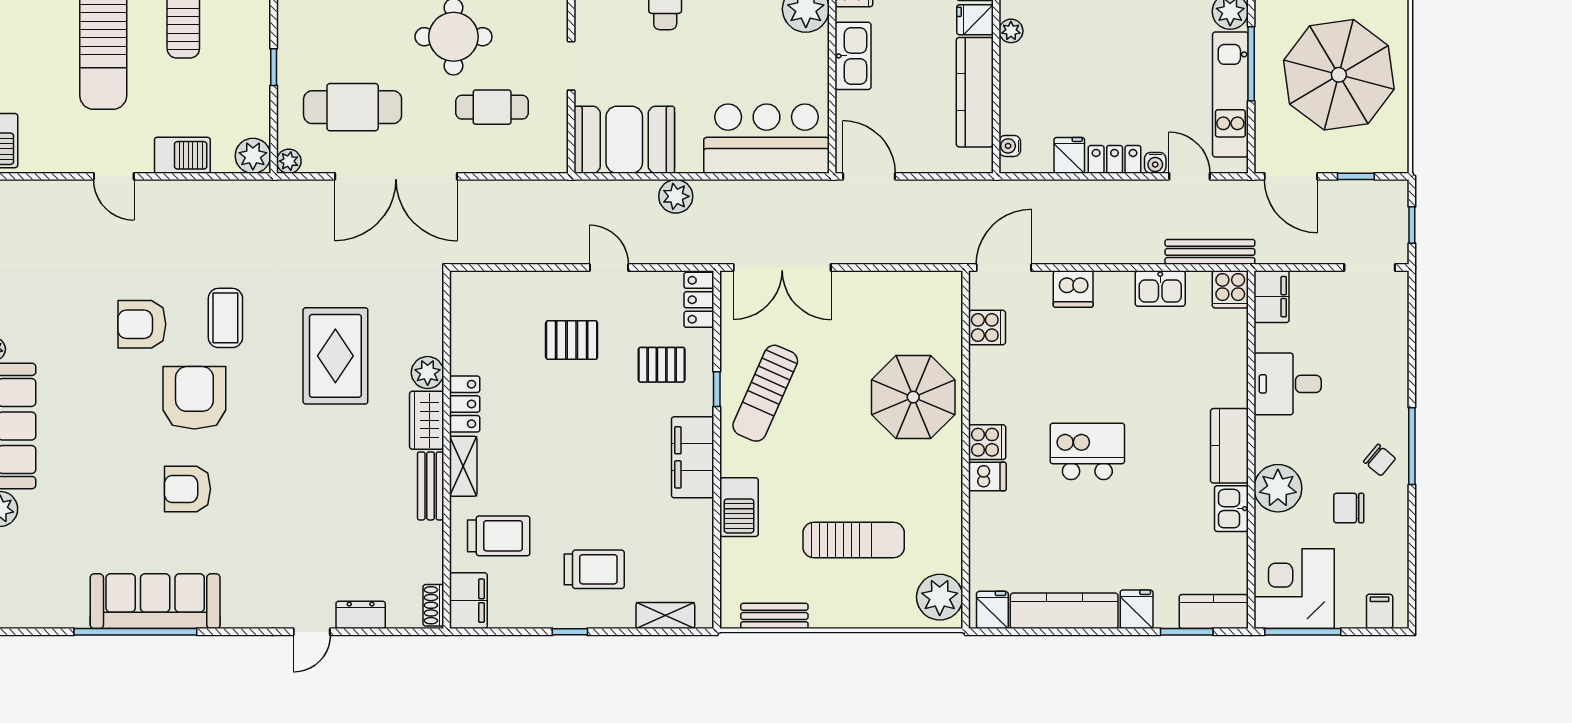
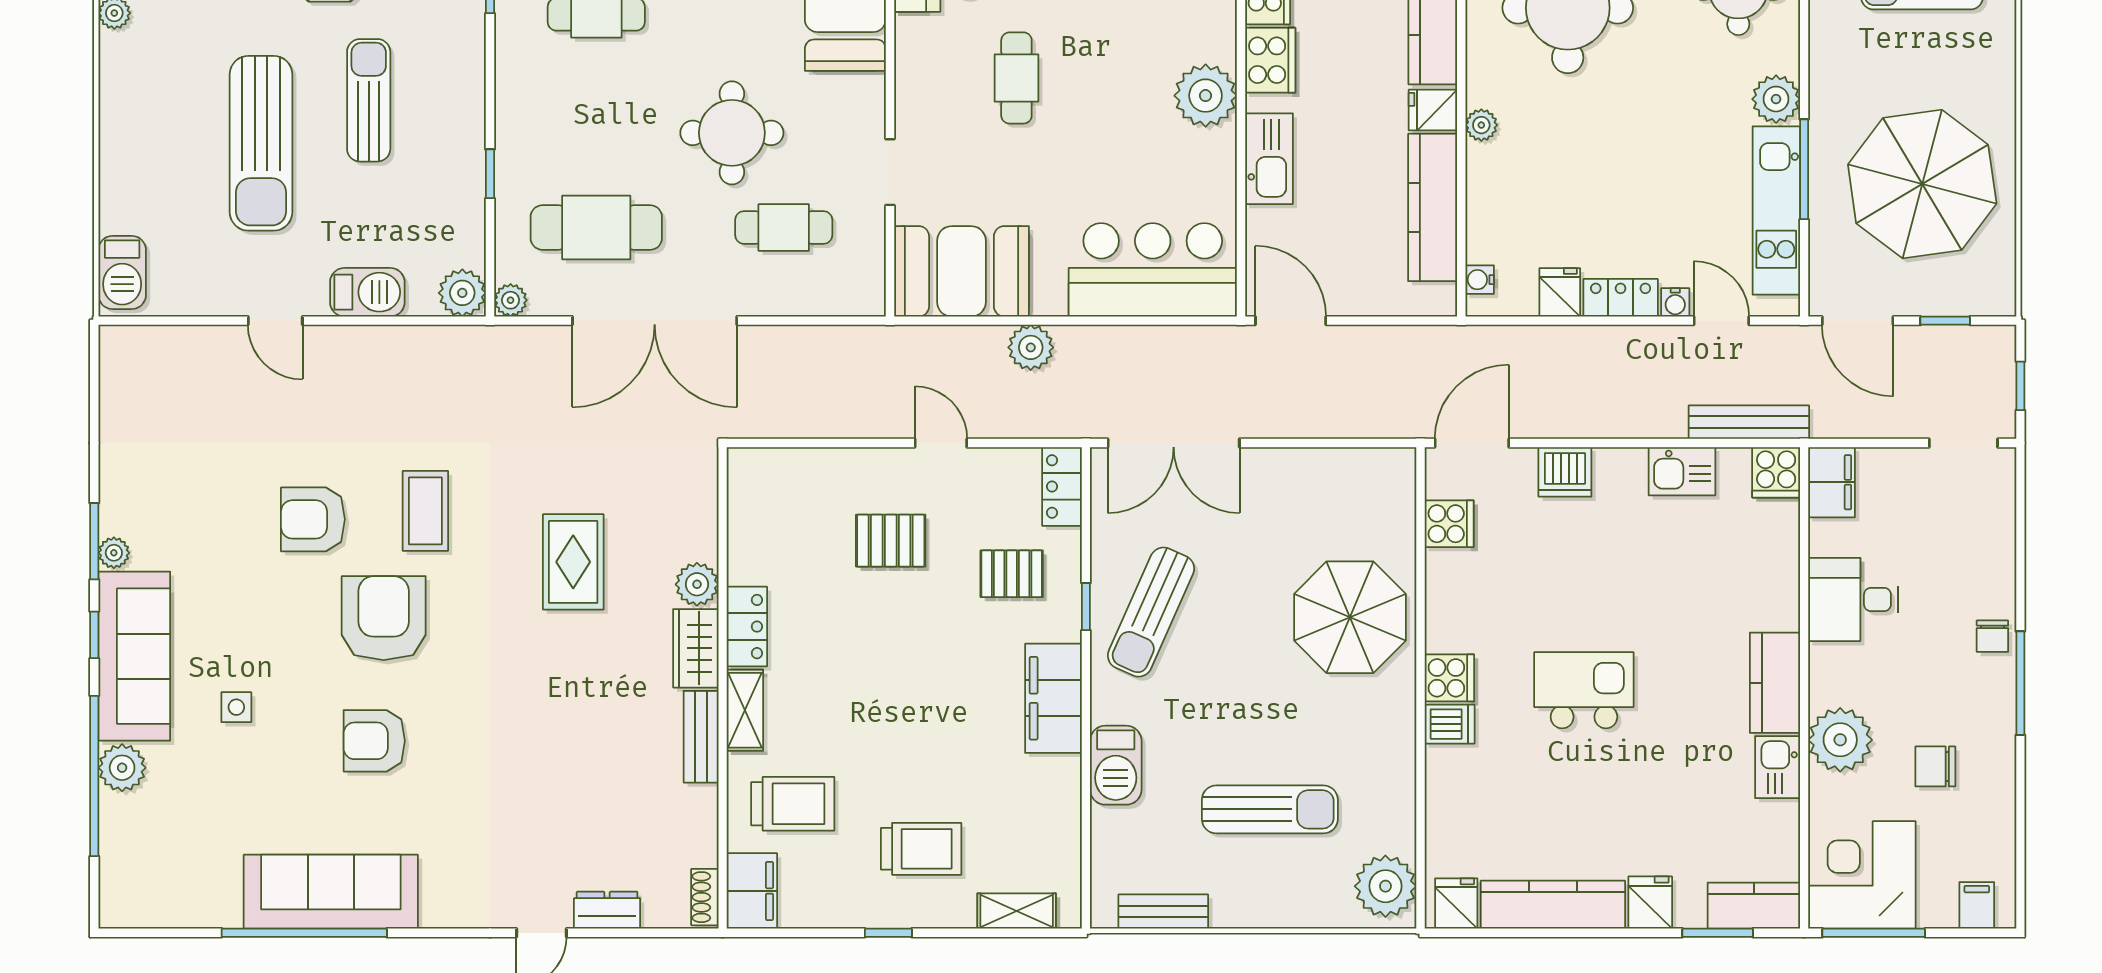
rug: (335, 356) -> (573, 562), width x0.73, depth x0.70
chair: (1380, 460) -> (1992, 636), moved, turned 50
side table: (85, 464) -> (236, 707), added

